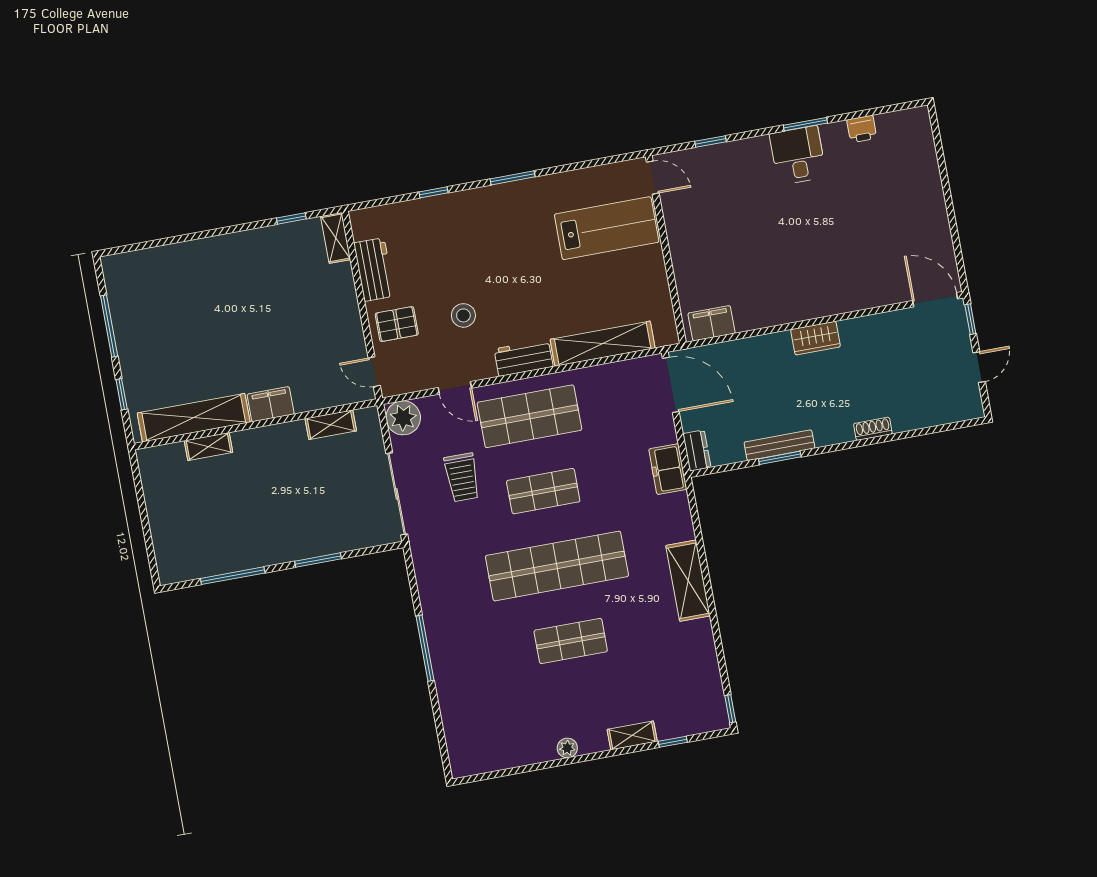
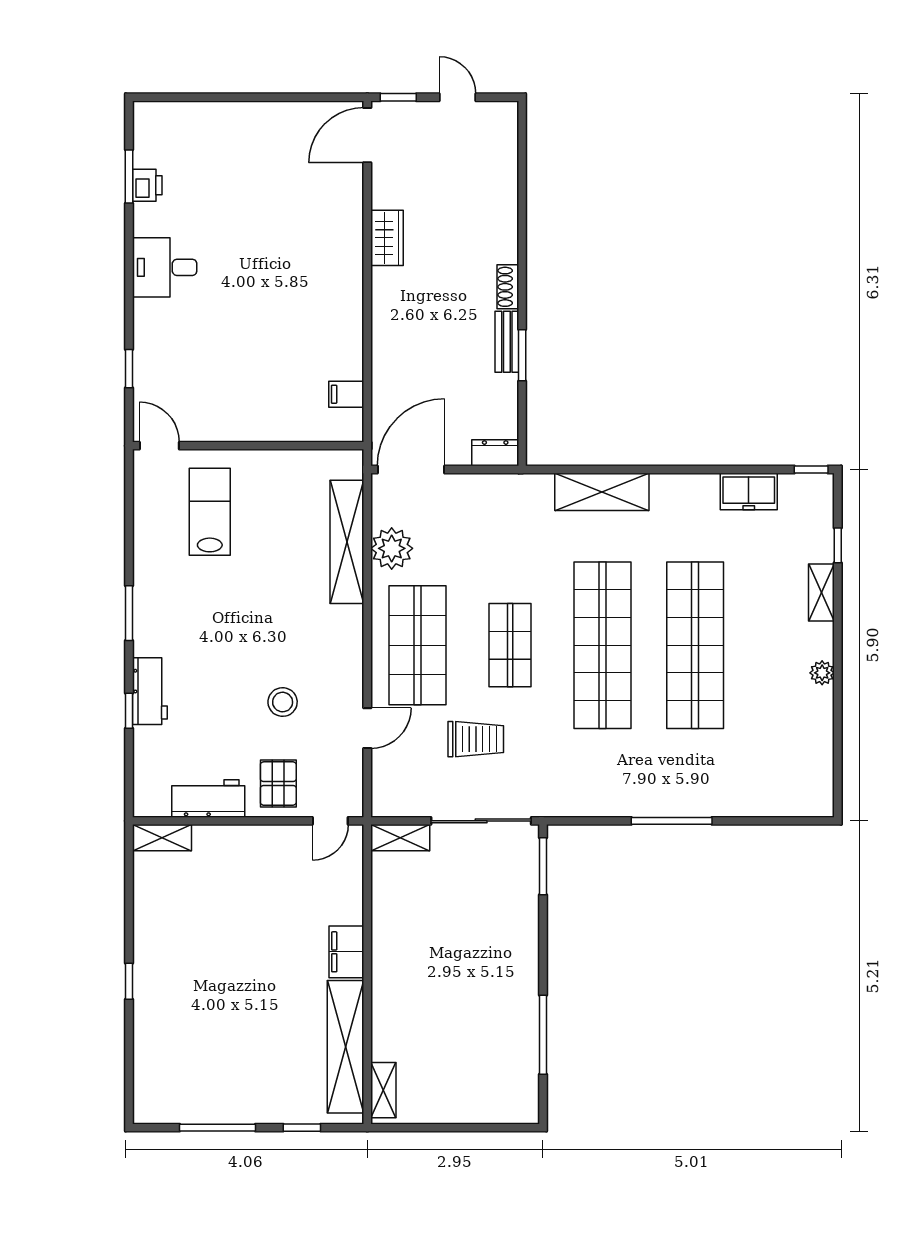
window: (805, 124) -> (129, 177), moved
door: (653, 178) -> (159, 446), hinge flipped
window: (291, 218) -> (129, 981), moved
lab bench: (607, 228) -> (210, 512), width x0.73, depth x0.72
filing cabinet: (712, 323) -> (346, 394), width x0.50
wardrobe: (816, 338) -> (387, 238), moved
workbench: (523, 358) -> (150, 691), moved, turned 180
plant: (403, 418) -> (392, 548), moved
shelving: (331, 425) -> (400, 838), moved, turned 90
shoe rack: (873, 429) -> (508, 287), moved
bench: (779, 445) -> (507, 342), width x0.73
shelving: (208, 447) -> (383, 1090), moved
freezer: (668, 469) -> (749, 492), moved
window: (318, 560) -> (543, 866), moved
shelving: (688, 581) -> (602, 492), moved
shop shelf: (571, 641) -> (695, 645), width x2.00, depth x1.36

